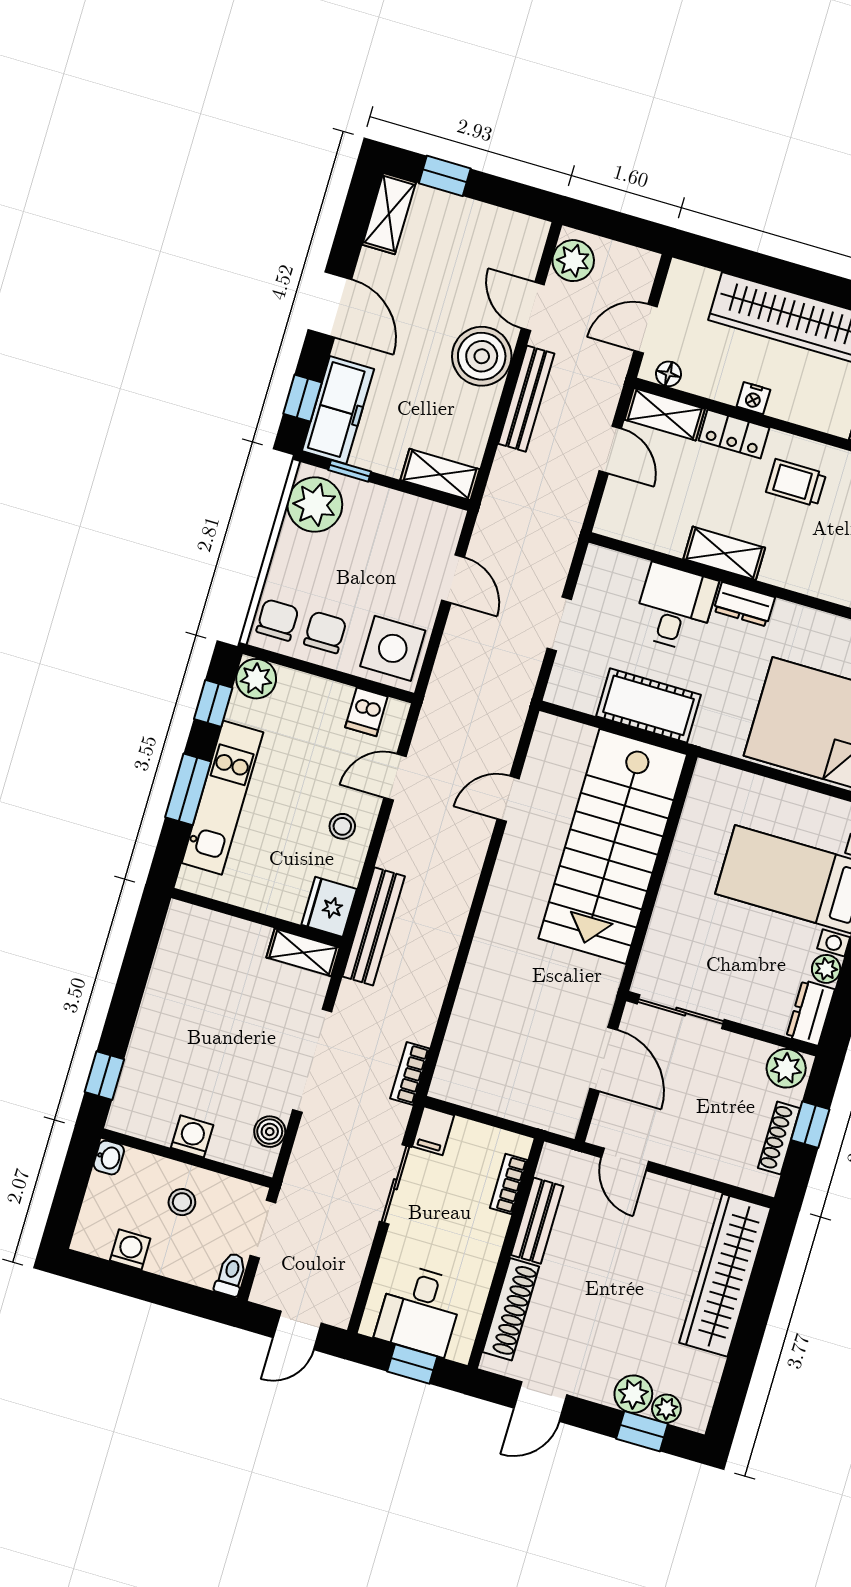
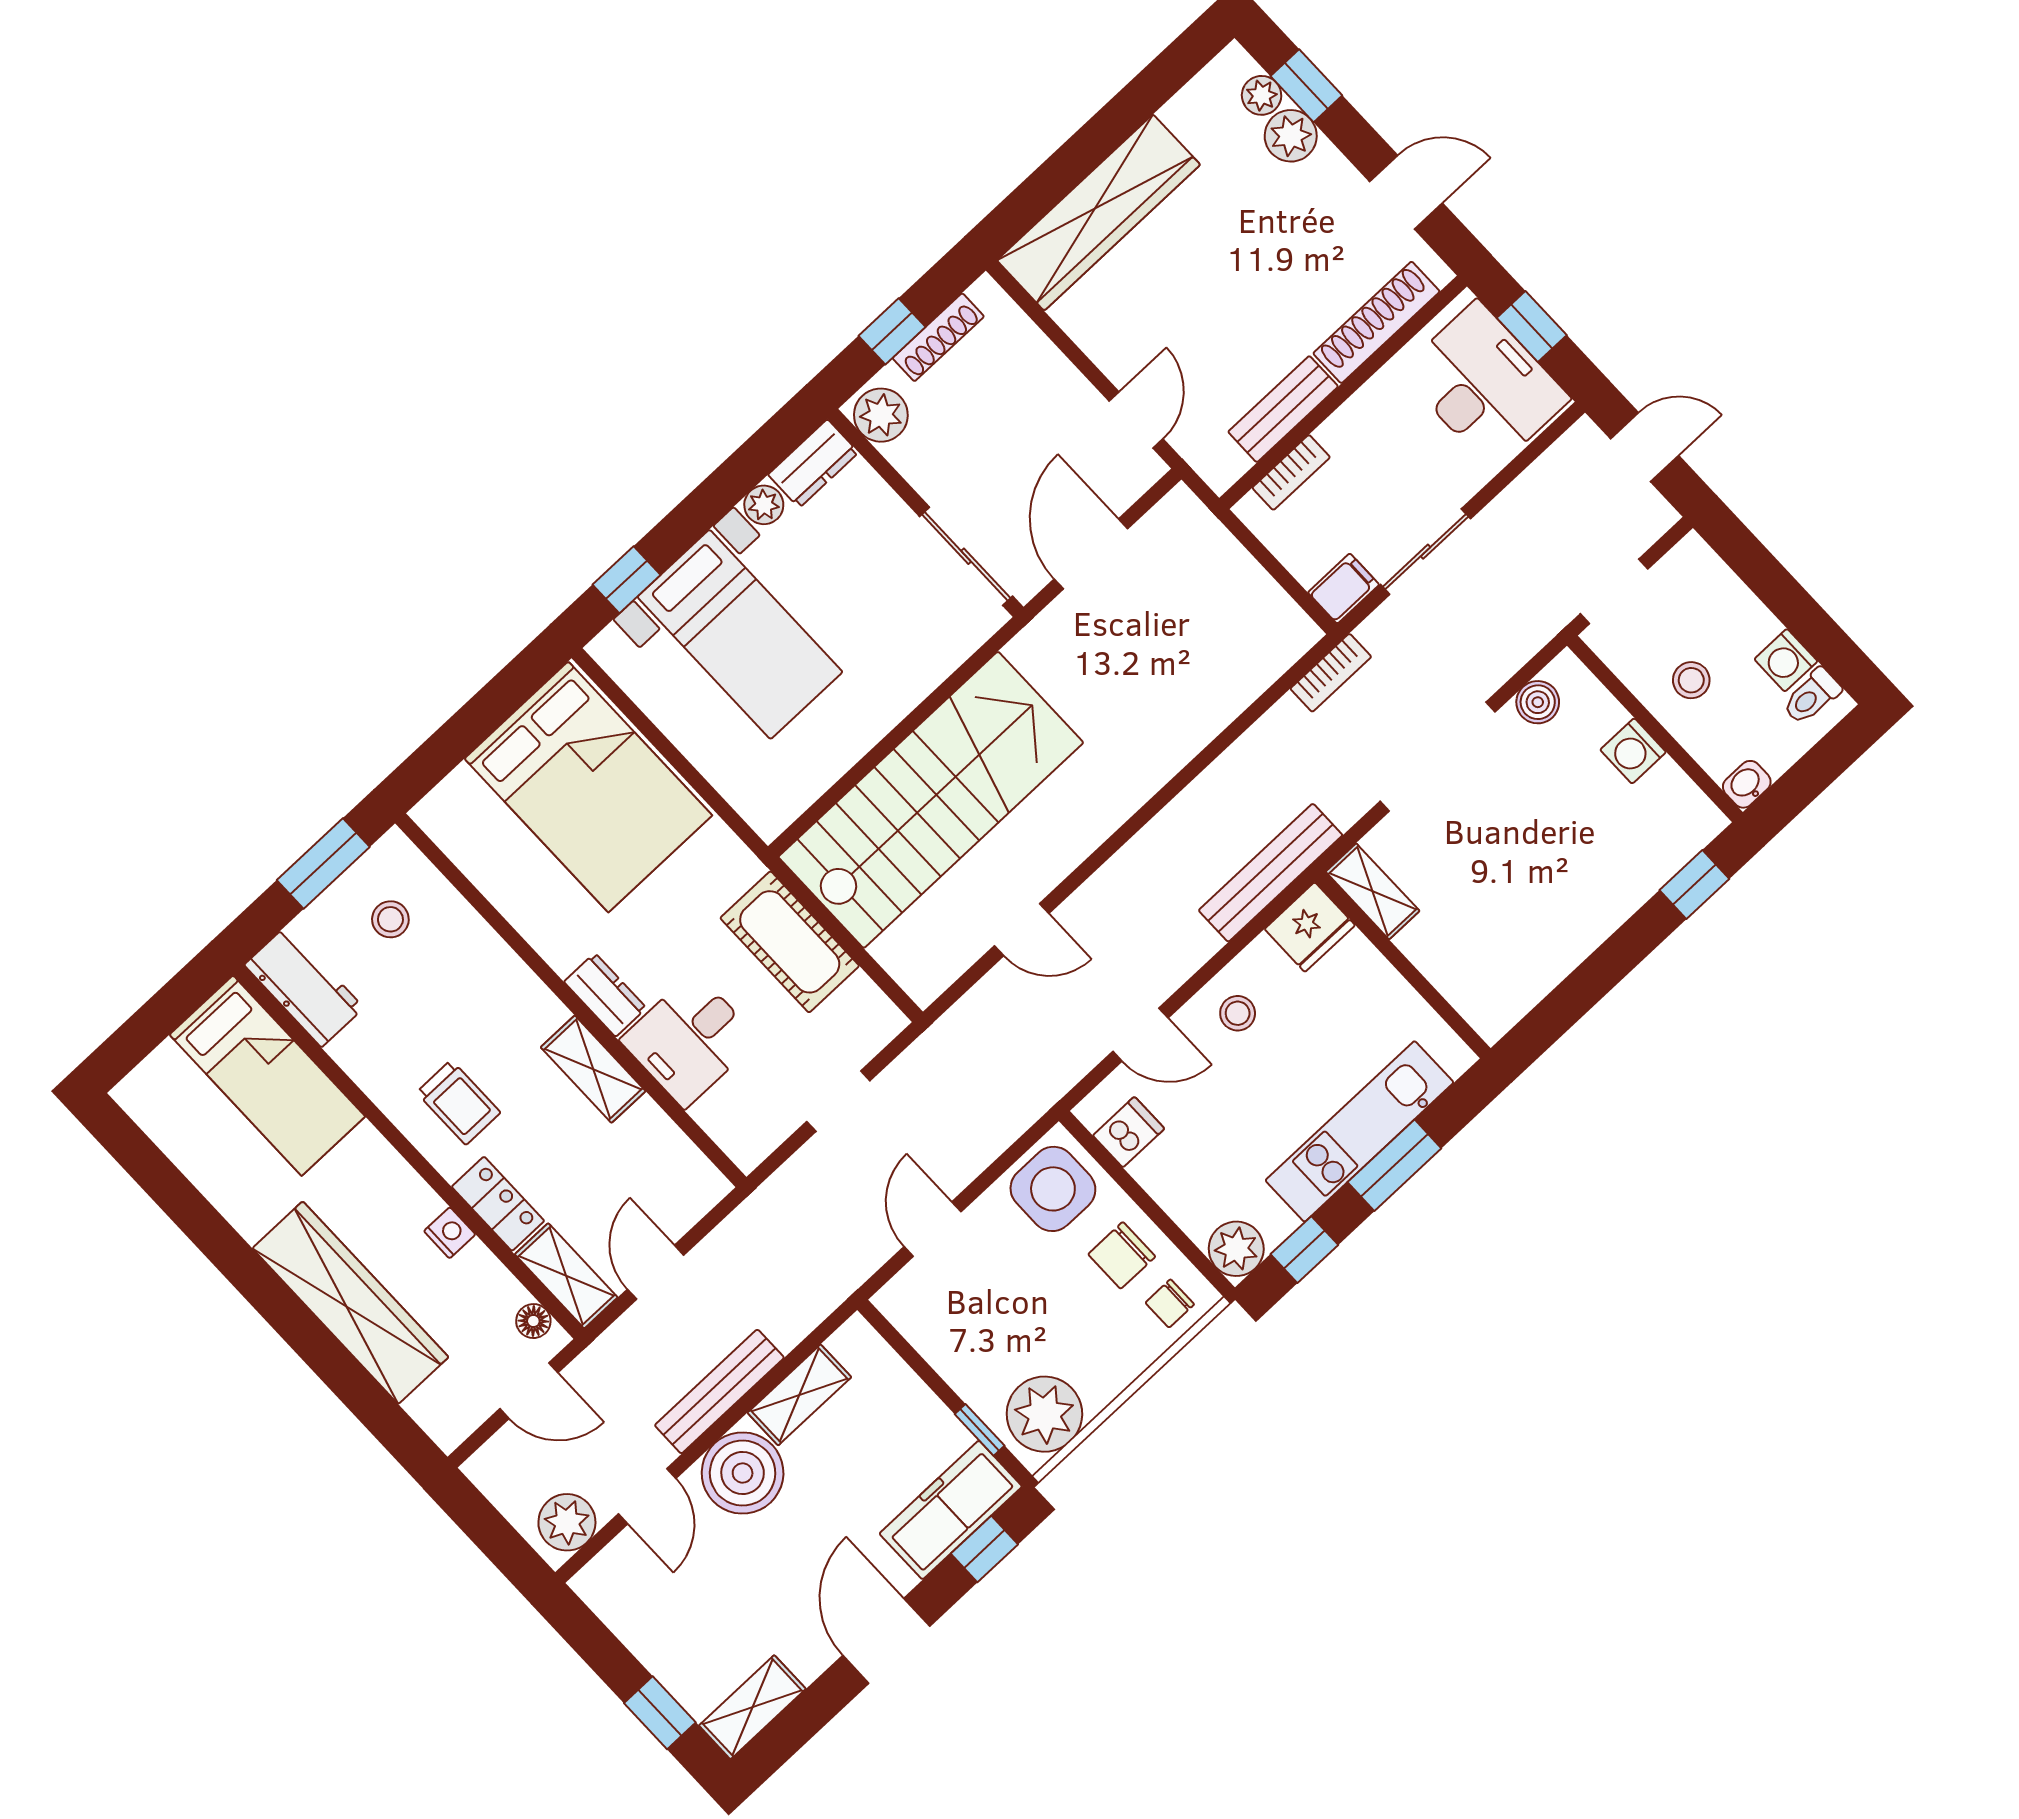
shelving: (440, 475) -> (799, 1395), moved, turned 90
chair: (277, 620) -> (1170, 1304), width x0.73, depth x0.73
toilet: (231, 1275) -> (1812, 696), moved
desk: (420, 1310) -> (1485, 385), width x1.37

